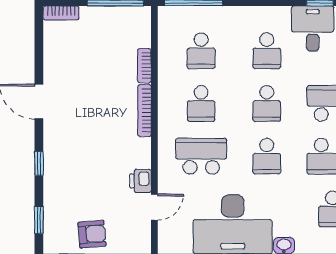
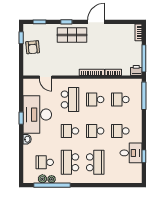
shop shelf: (66, 152) -> (72, 35), added
printer: (141, 181) -> (136, 71), moved

